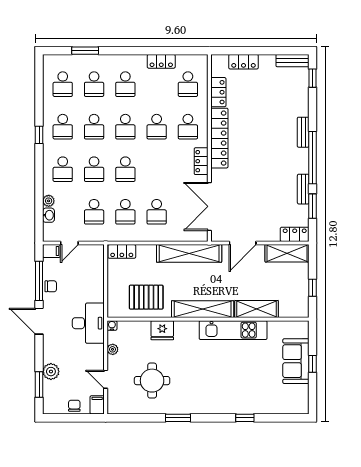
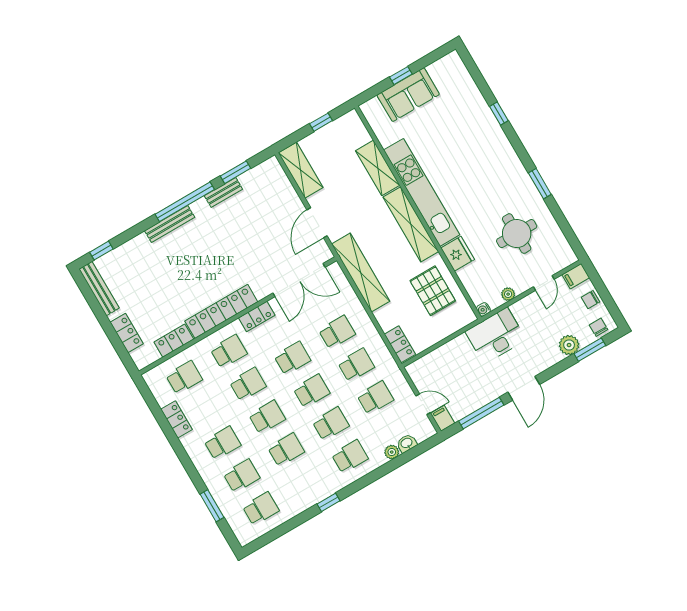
bench: (292, 61) -> (99, 289), width x1.36
school desk: (63, 127) -> (292, 358), moved
bench: (303, 132) -> (170, 224), width x1.36
locker: (295, 234) -> (276, 174), removed
door: (243, 243) -> (317, 223), swing flipped
chair: (51, 286) -> (599, 327), moved
kitchen unit: (233, 330) -> (422, 192), width x1.36

